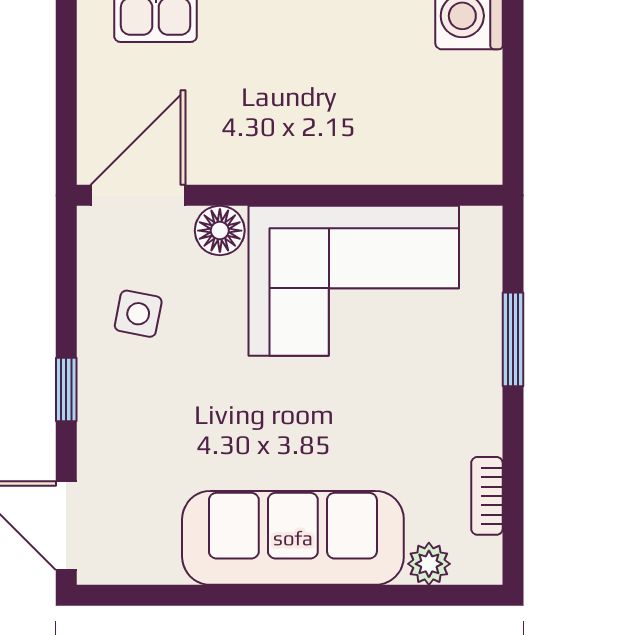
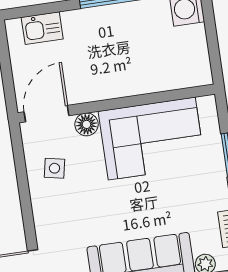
window: (66, 390) -> (26, 208), removed

